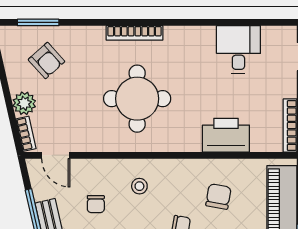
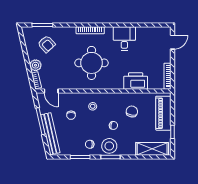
desk: (238, 49) -> (124, 39), moved

